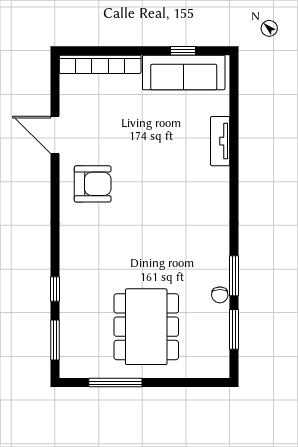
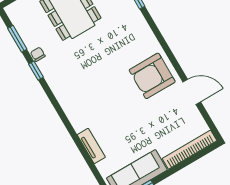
armchair: (93, 184) -> (152, 76), width x1.36, depth x1.36
window: (234, 276) -> (36, 71), width x0.67

